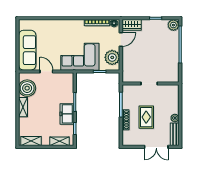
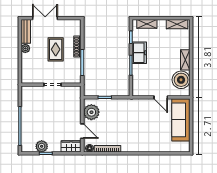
plant: (173, 25) -> (42, 146), moved
door: (121, 40) -> (82, 131), swing flipped
corner sofa: (80, 57) -> (126, 113), removed

